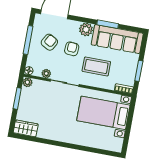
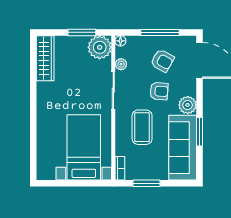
plant: (27, 82) -> (100, 47), width x1.88, depth x1.88
wardrobe: (26, 128) -> (45, 58), width x1.50

